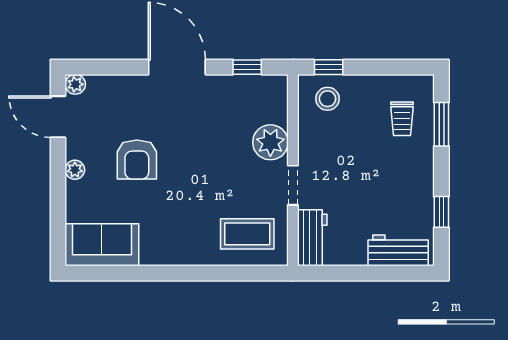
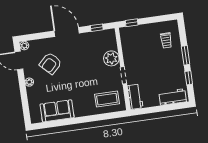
stool: (327, 99) -> (133, 36), removed
window: (441, 124) -> (186, 55), moved
armchair: (137, 160) -> (51, 63), moved, turned 45
sofa: (102, 245) -> (57, 111), moved

